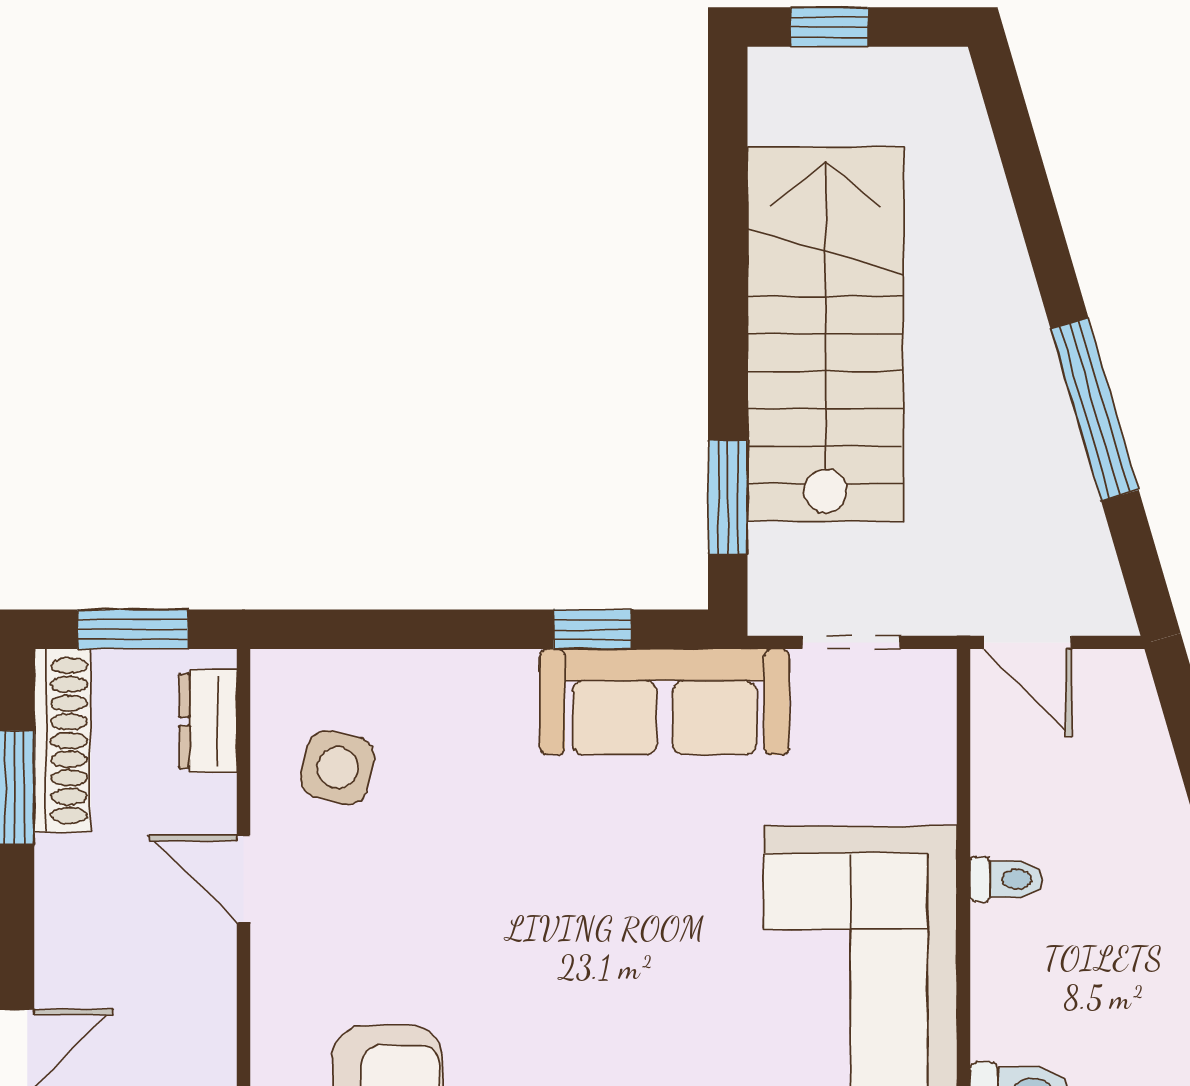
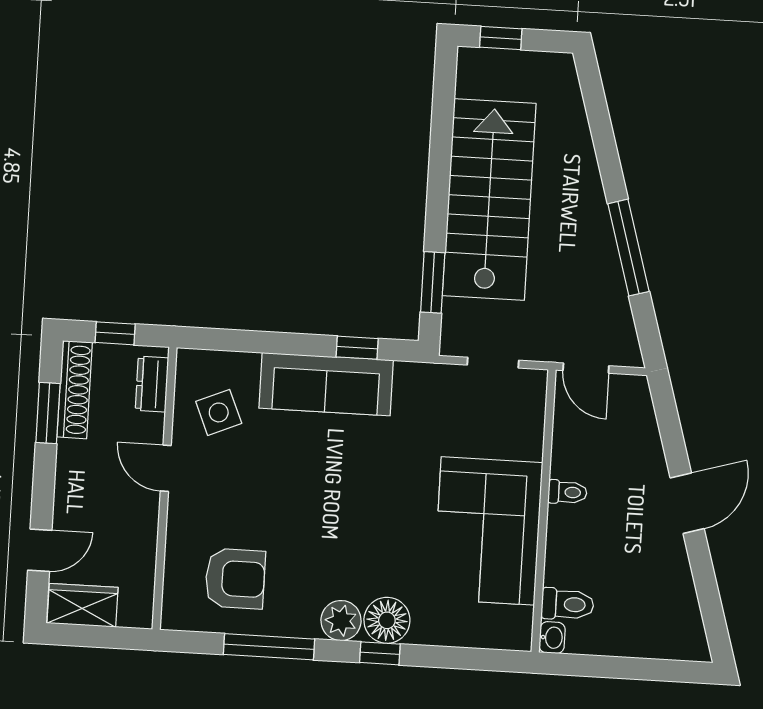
window: (133, 629) -> (115, 333), width x0.67
sofa: (665, 702) -> (326, 384), moved
side table: (338, 768) -> (219, 412), turned -37

